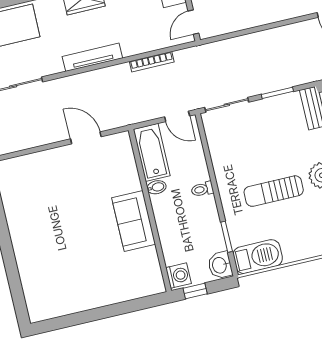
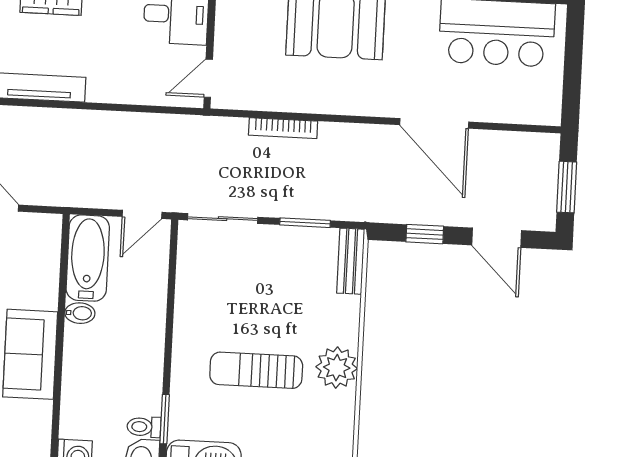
bookcase: (152, 62) -> (283, 128), moved
door: (177, 116) -> (142, 214), hinge flipped
toilet: (202, 189) -> (144, 427), moved

